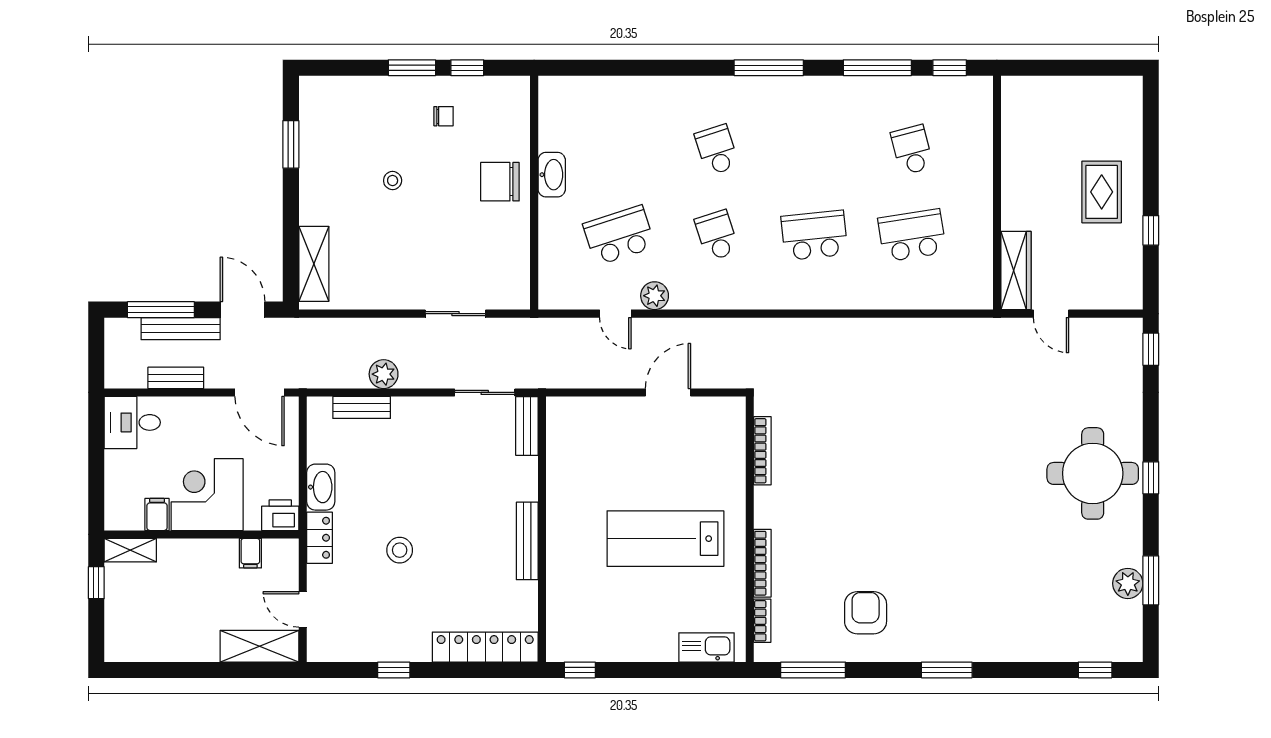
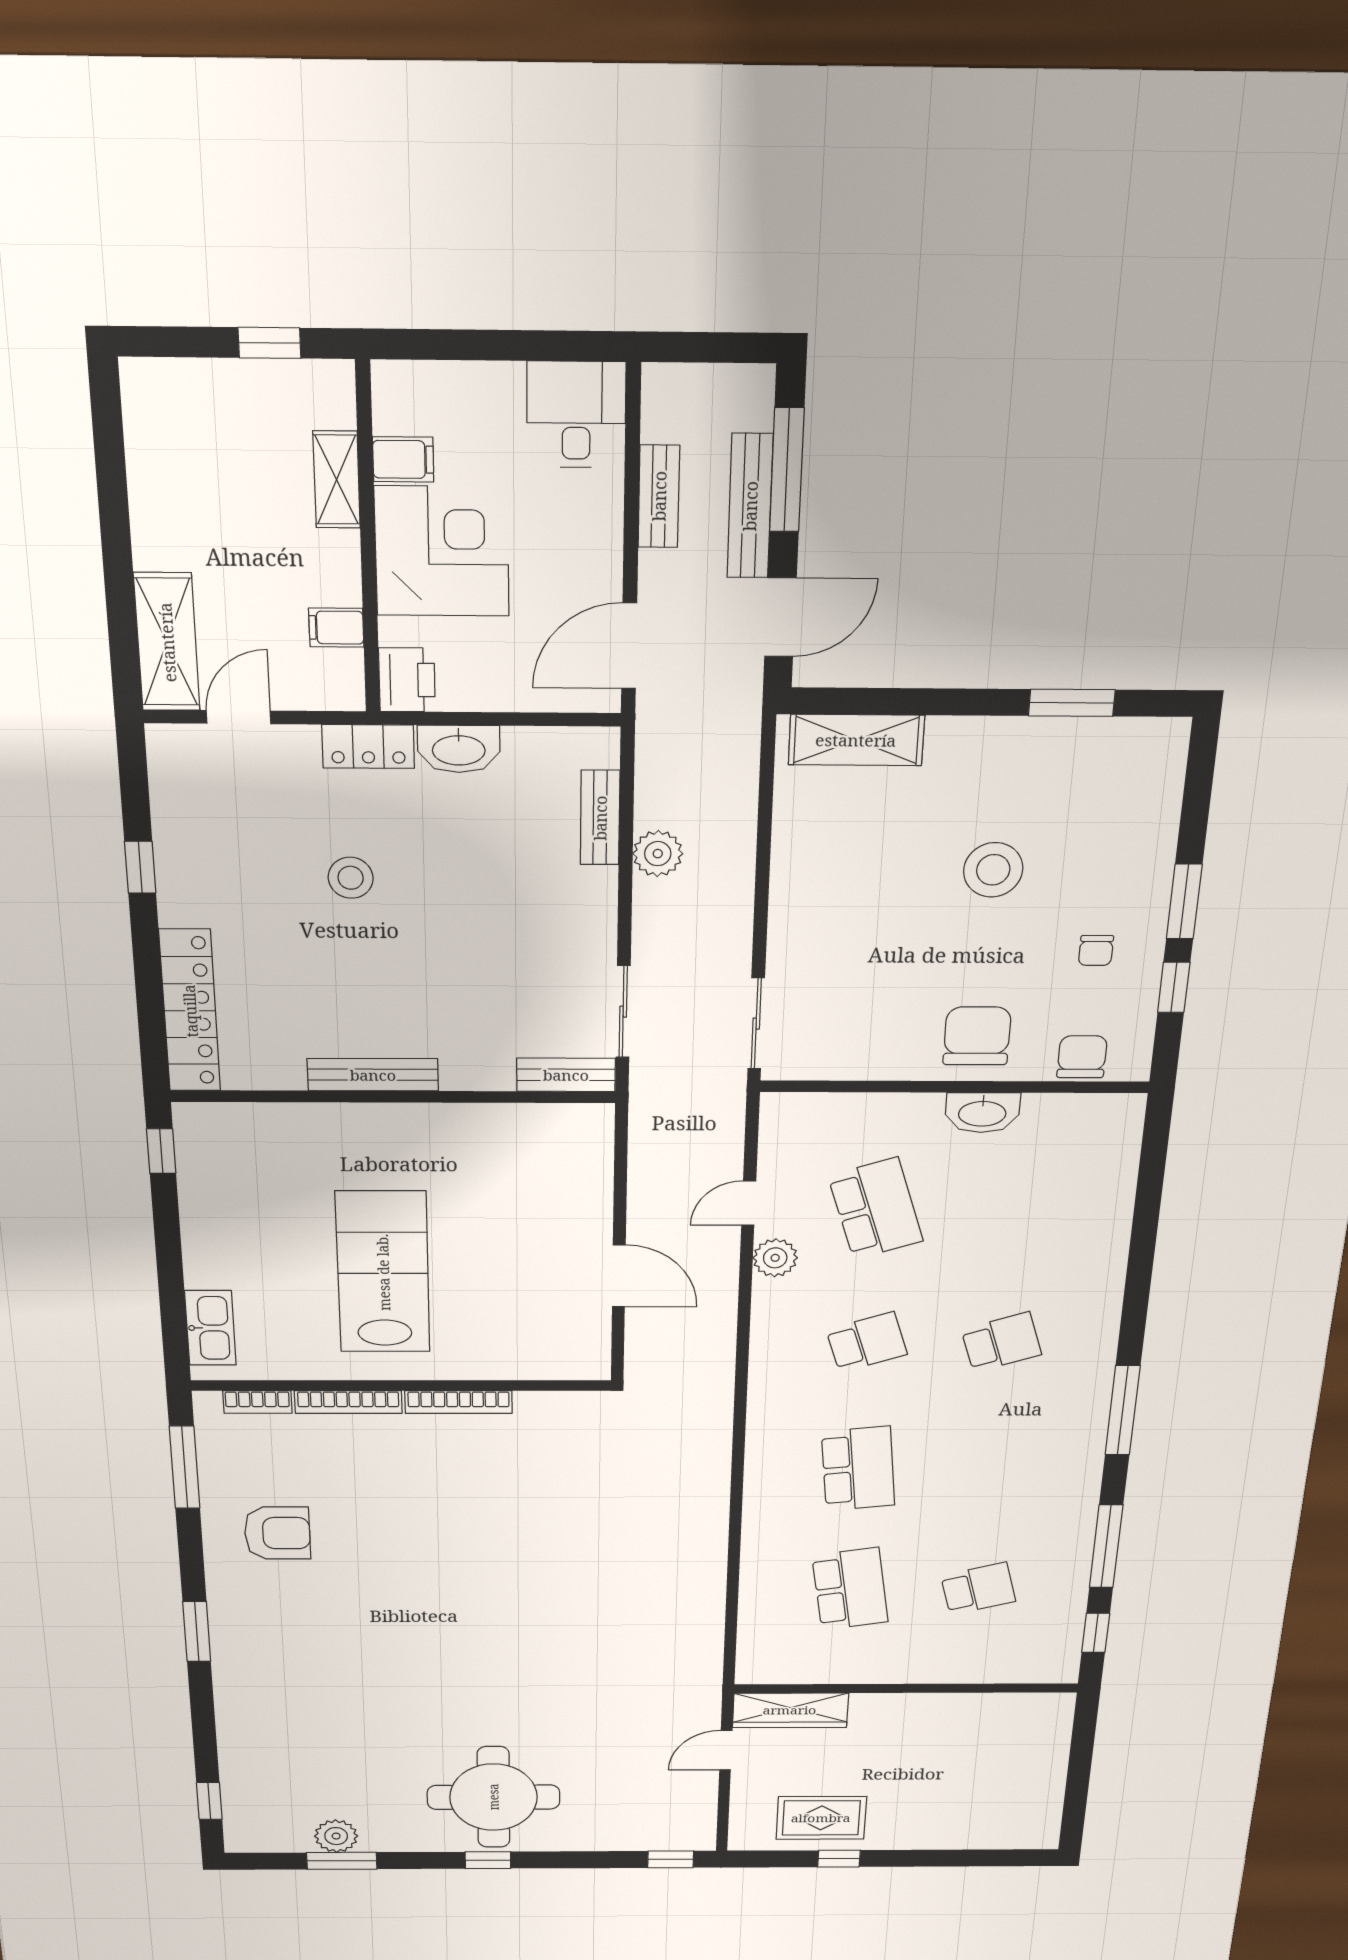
chair: (514, 118) -> (1082, 1057), added
stool: (393, 180) -> (993, 870), width x1.89, depth x1.89
rug: (1102, 192) -> (821, 1818), moved
sliding door: (455, 314) -> (756, 1024), moved
bookcase: (762, 451) -> (459, 1402), moved
shelving: (130, 550) -> (337, 480), moved

